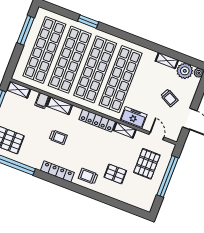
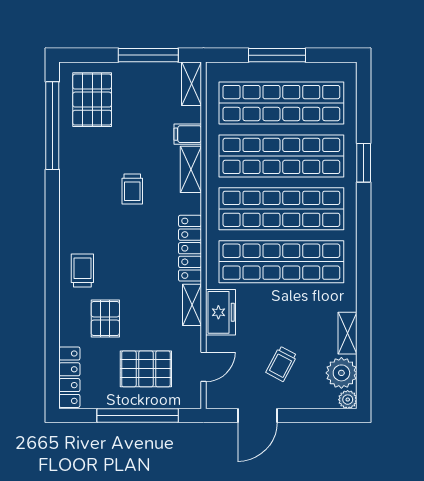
window: (26, 30) -> (277, 55), moved
locker: (57, 171) -> (69, 377), moved

